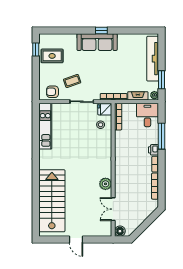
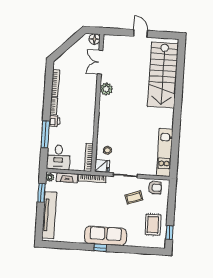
rug: (52, 56) -> (153, 225), turned 90
double door: (113, 209) -> (100, 62), swing flipped

